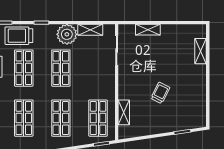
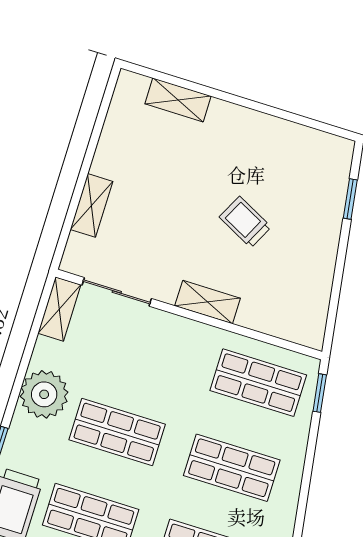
shelving: (90, 30) -> (59, 309), moved
shelving: (124, 112) -> (208, 302), moved

